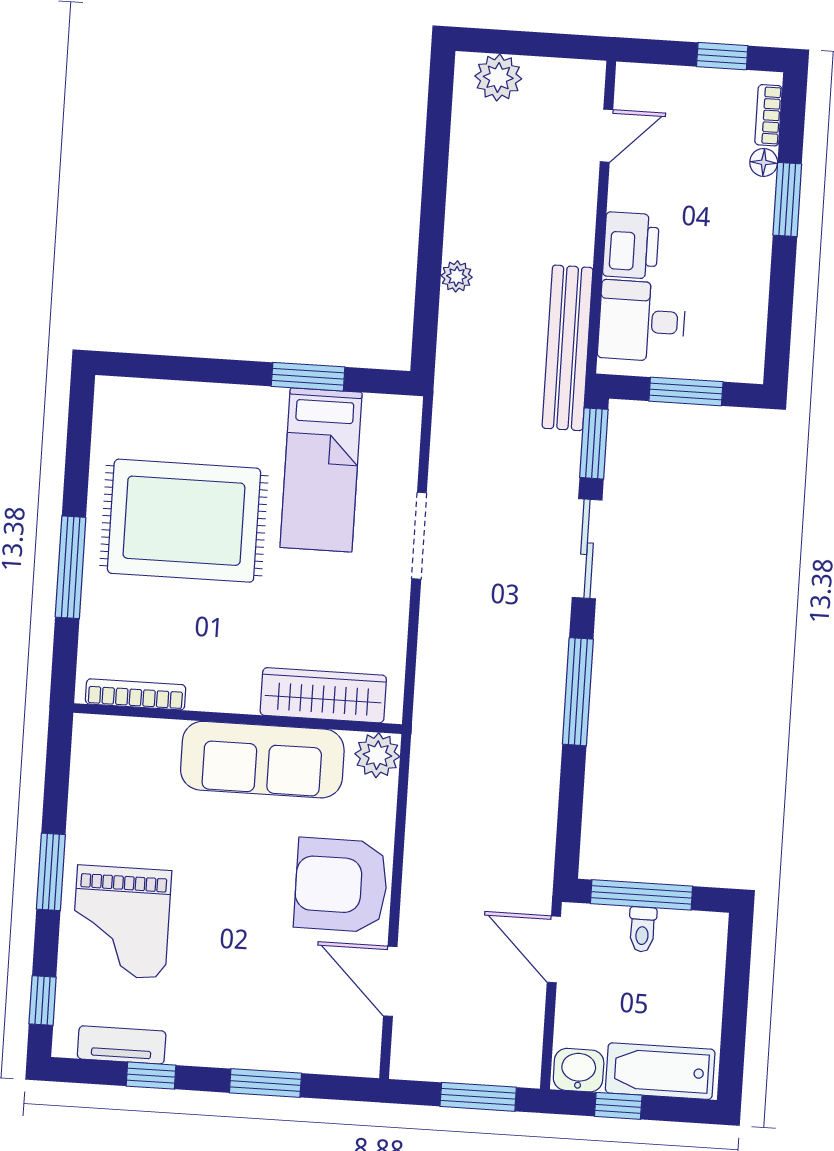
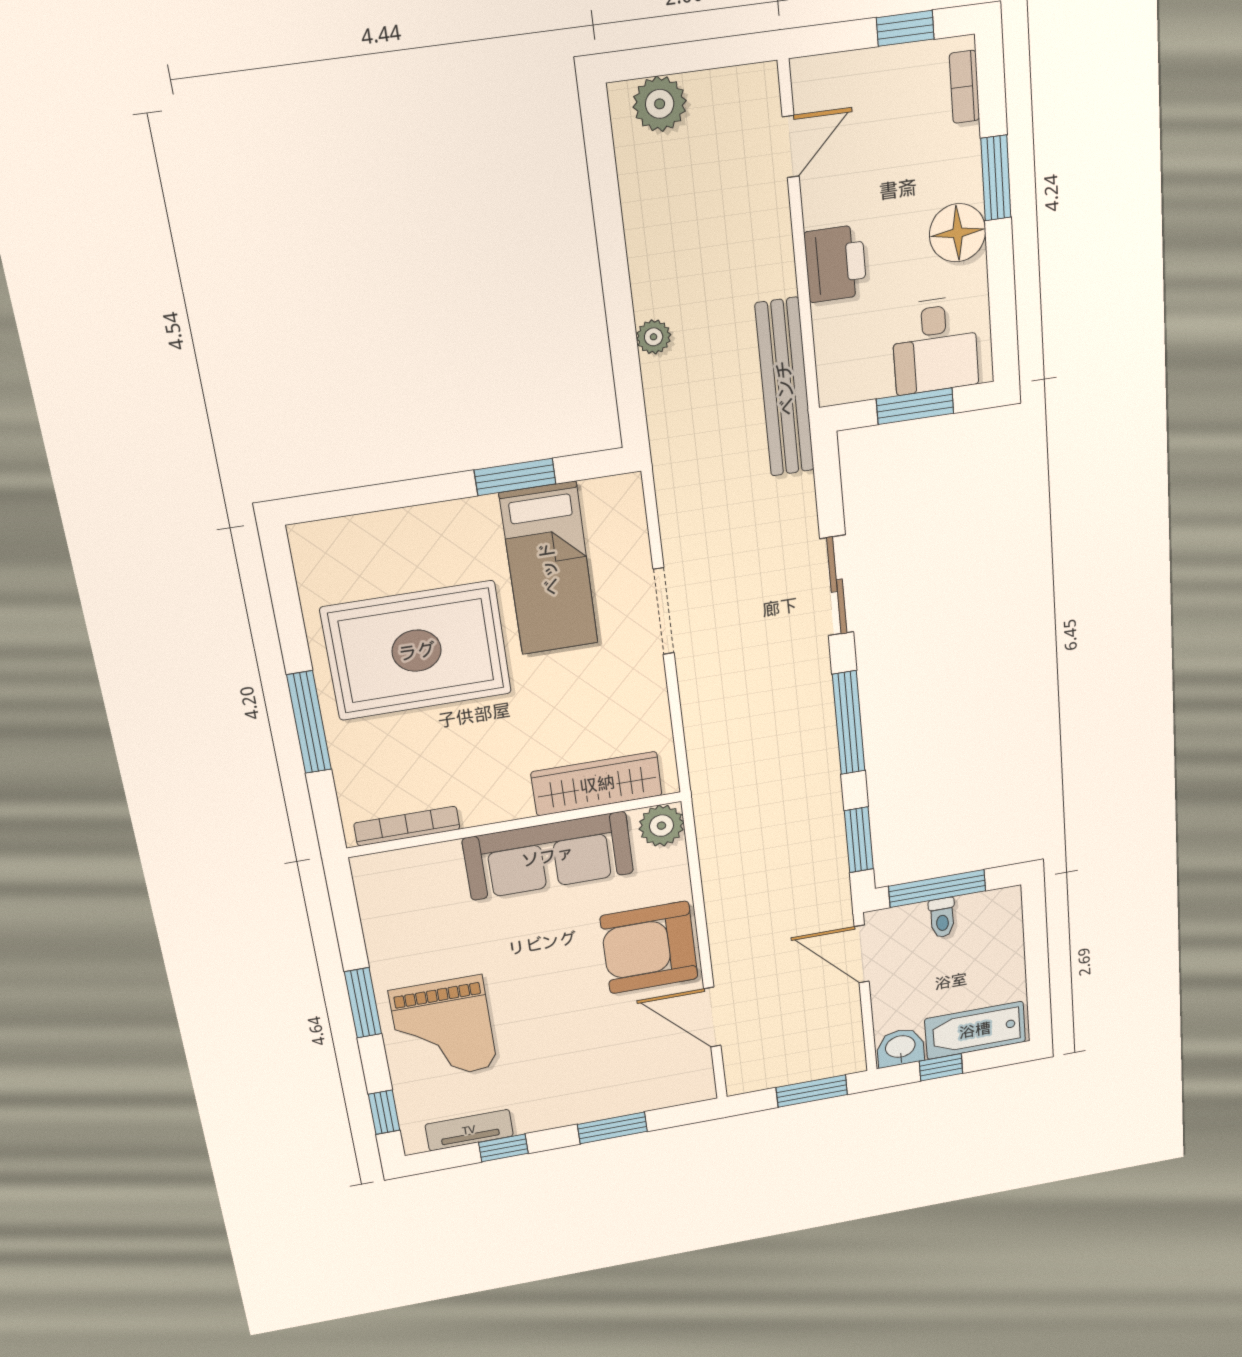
floor lamp: (764, 162) -> (958, 233), moved, width x1.89, depth x1.89
desk: (642, 321) -> (935, 345), moved, turned -90
window: (594, 443) -> (859, 840), moved

